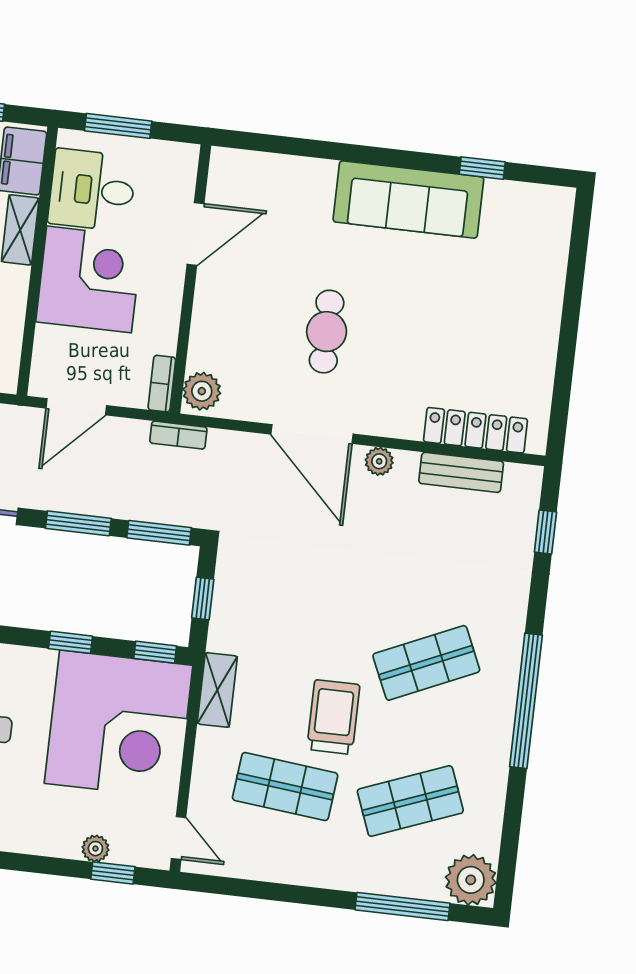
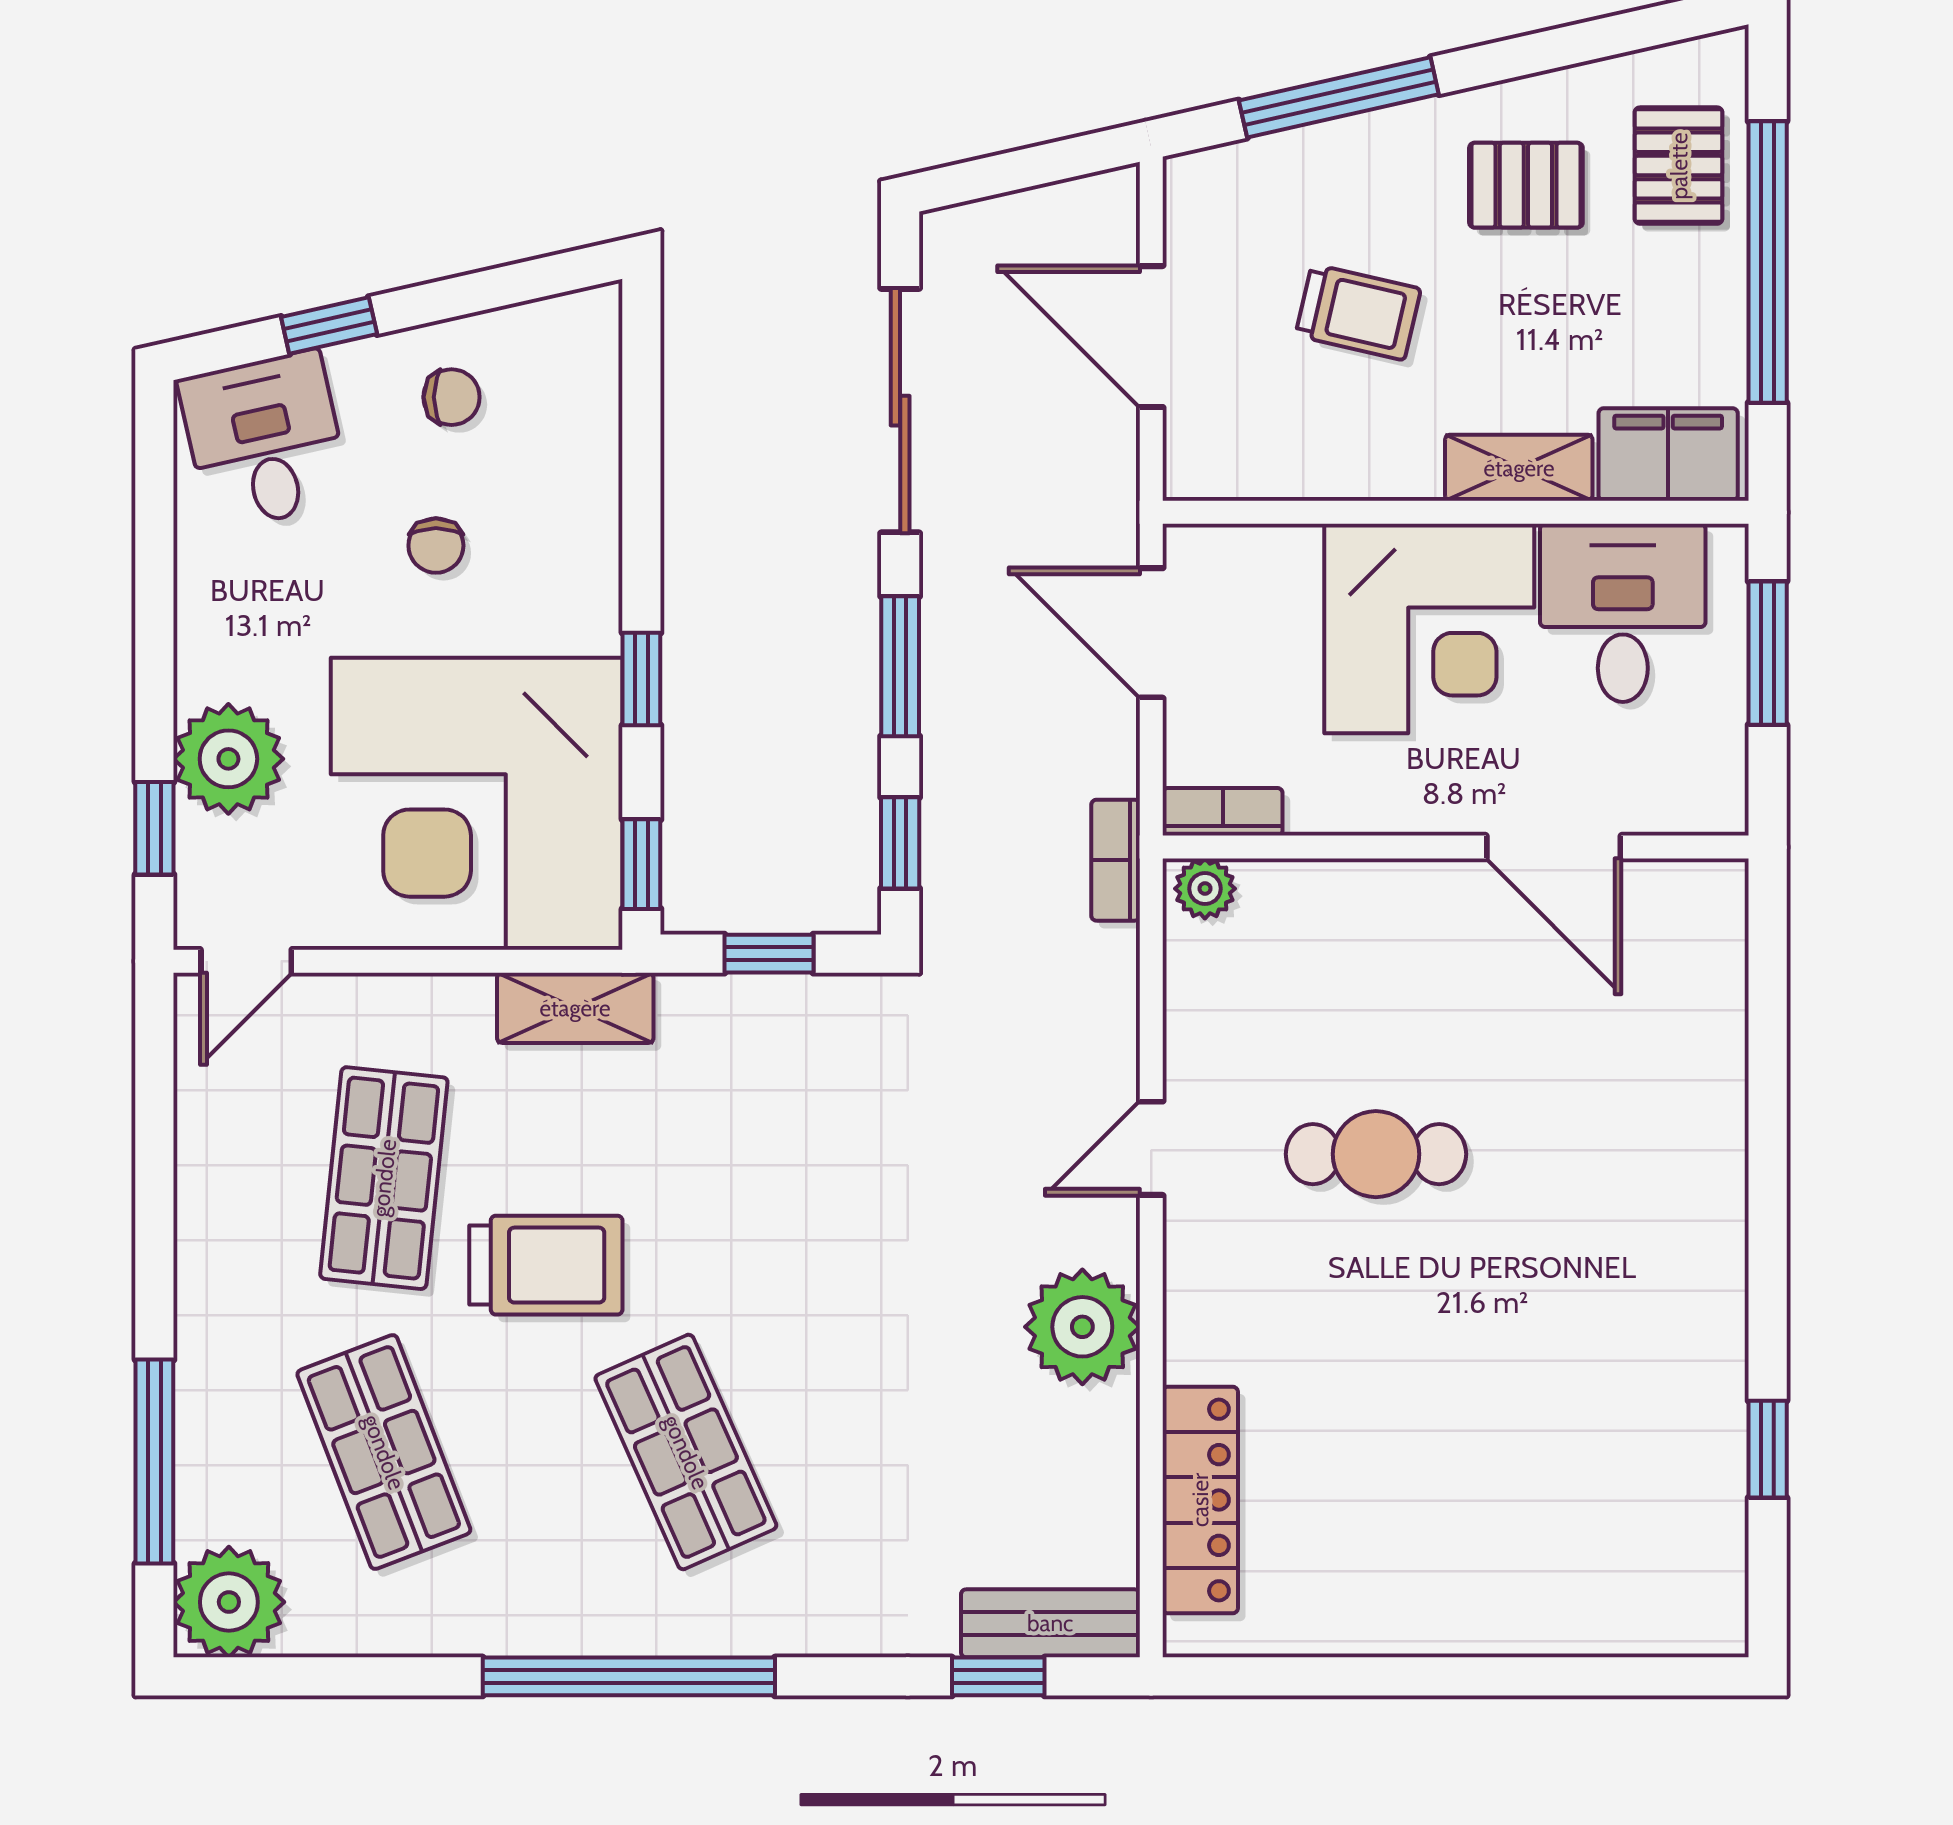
sofa: (408, 199) -> (1681, 1298), removed
plant: (202, 391) -> (1205, 889), width x0.73, depth x0.73
door: (312, 434) -> (1151, 1148), width x0.53
plant: (379, 461) -> (1082, 1327), width x1.88, depth x1.88
bench: (461, 472) -> (1050, 1623), moved, turned 90
window: (159, 533) -> (900, 843), width x0.67
plant: (95, 849) -> (228, 759), width x1.88, depth x1.88

